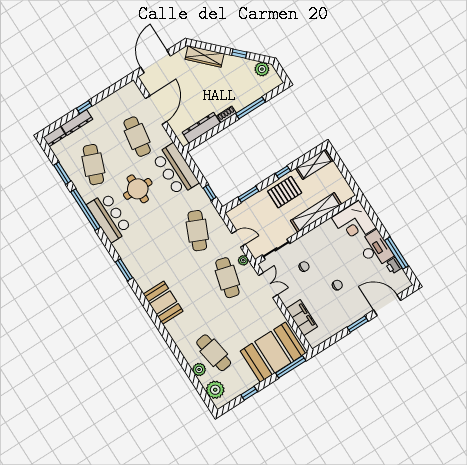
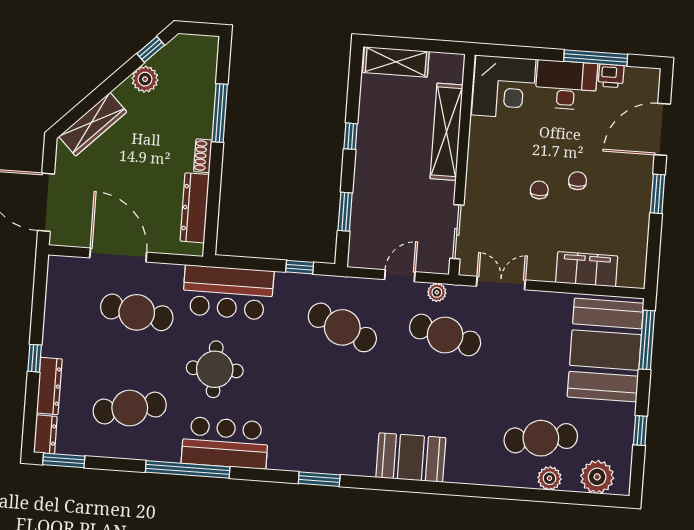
window: (239, 54) -> (151, 49), moved
plant: (262, 69) -> (145, 79), moved
shelving: (314, 164) -> (396, 62), moved, turned 90
cafe table: (93, 165) -> (130, 408), turned -33
window: (62, 173) -> (64, 460), moved
pallet: (285, 192) -> (382, 156), removed
chair: (304, 267) -> (539, 190), moved

